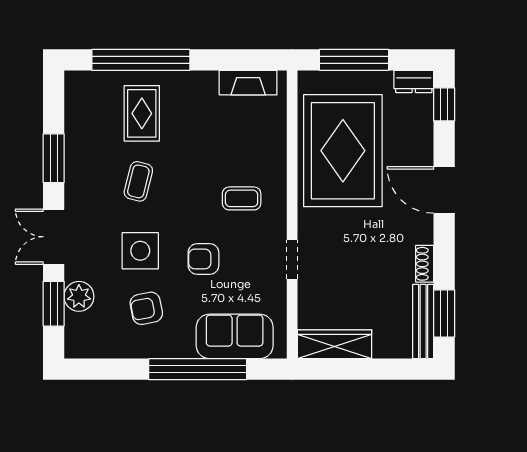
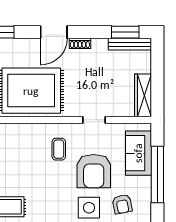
coffee table: (138, 181) -> (49, 209), removed
armchair: (203, 259) -> (94, 171), width x1.88, depth x1.88
shoe rack: (425, 264) -> (80, 43), moved

